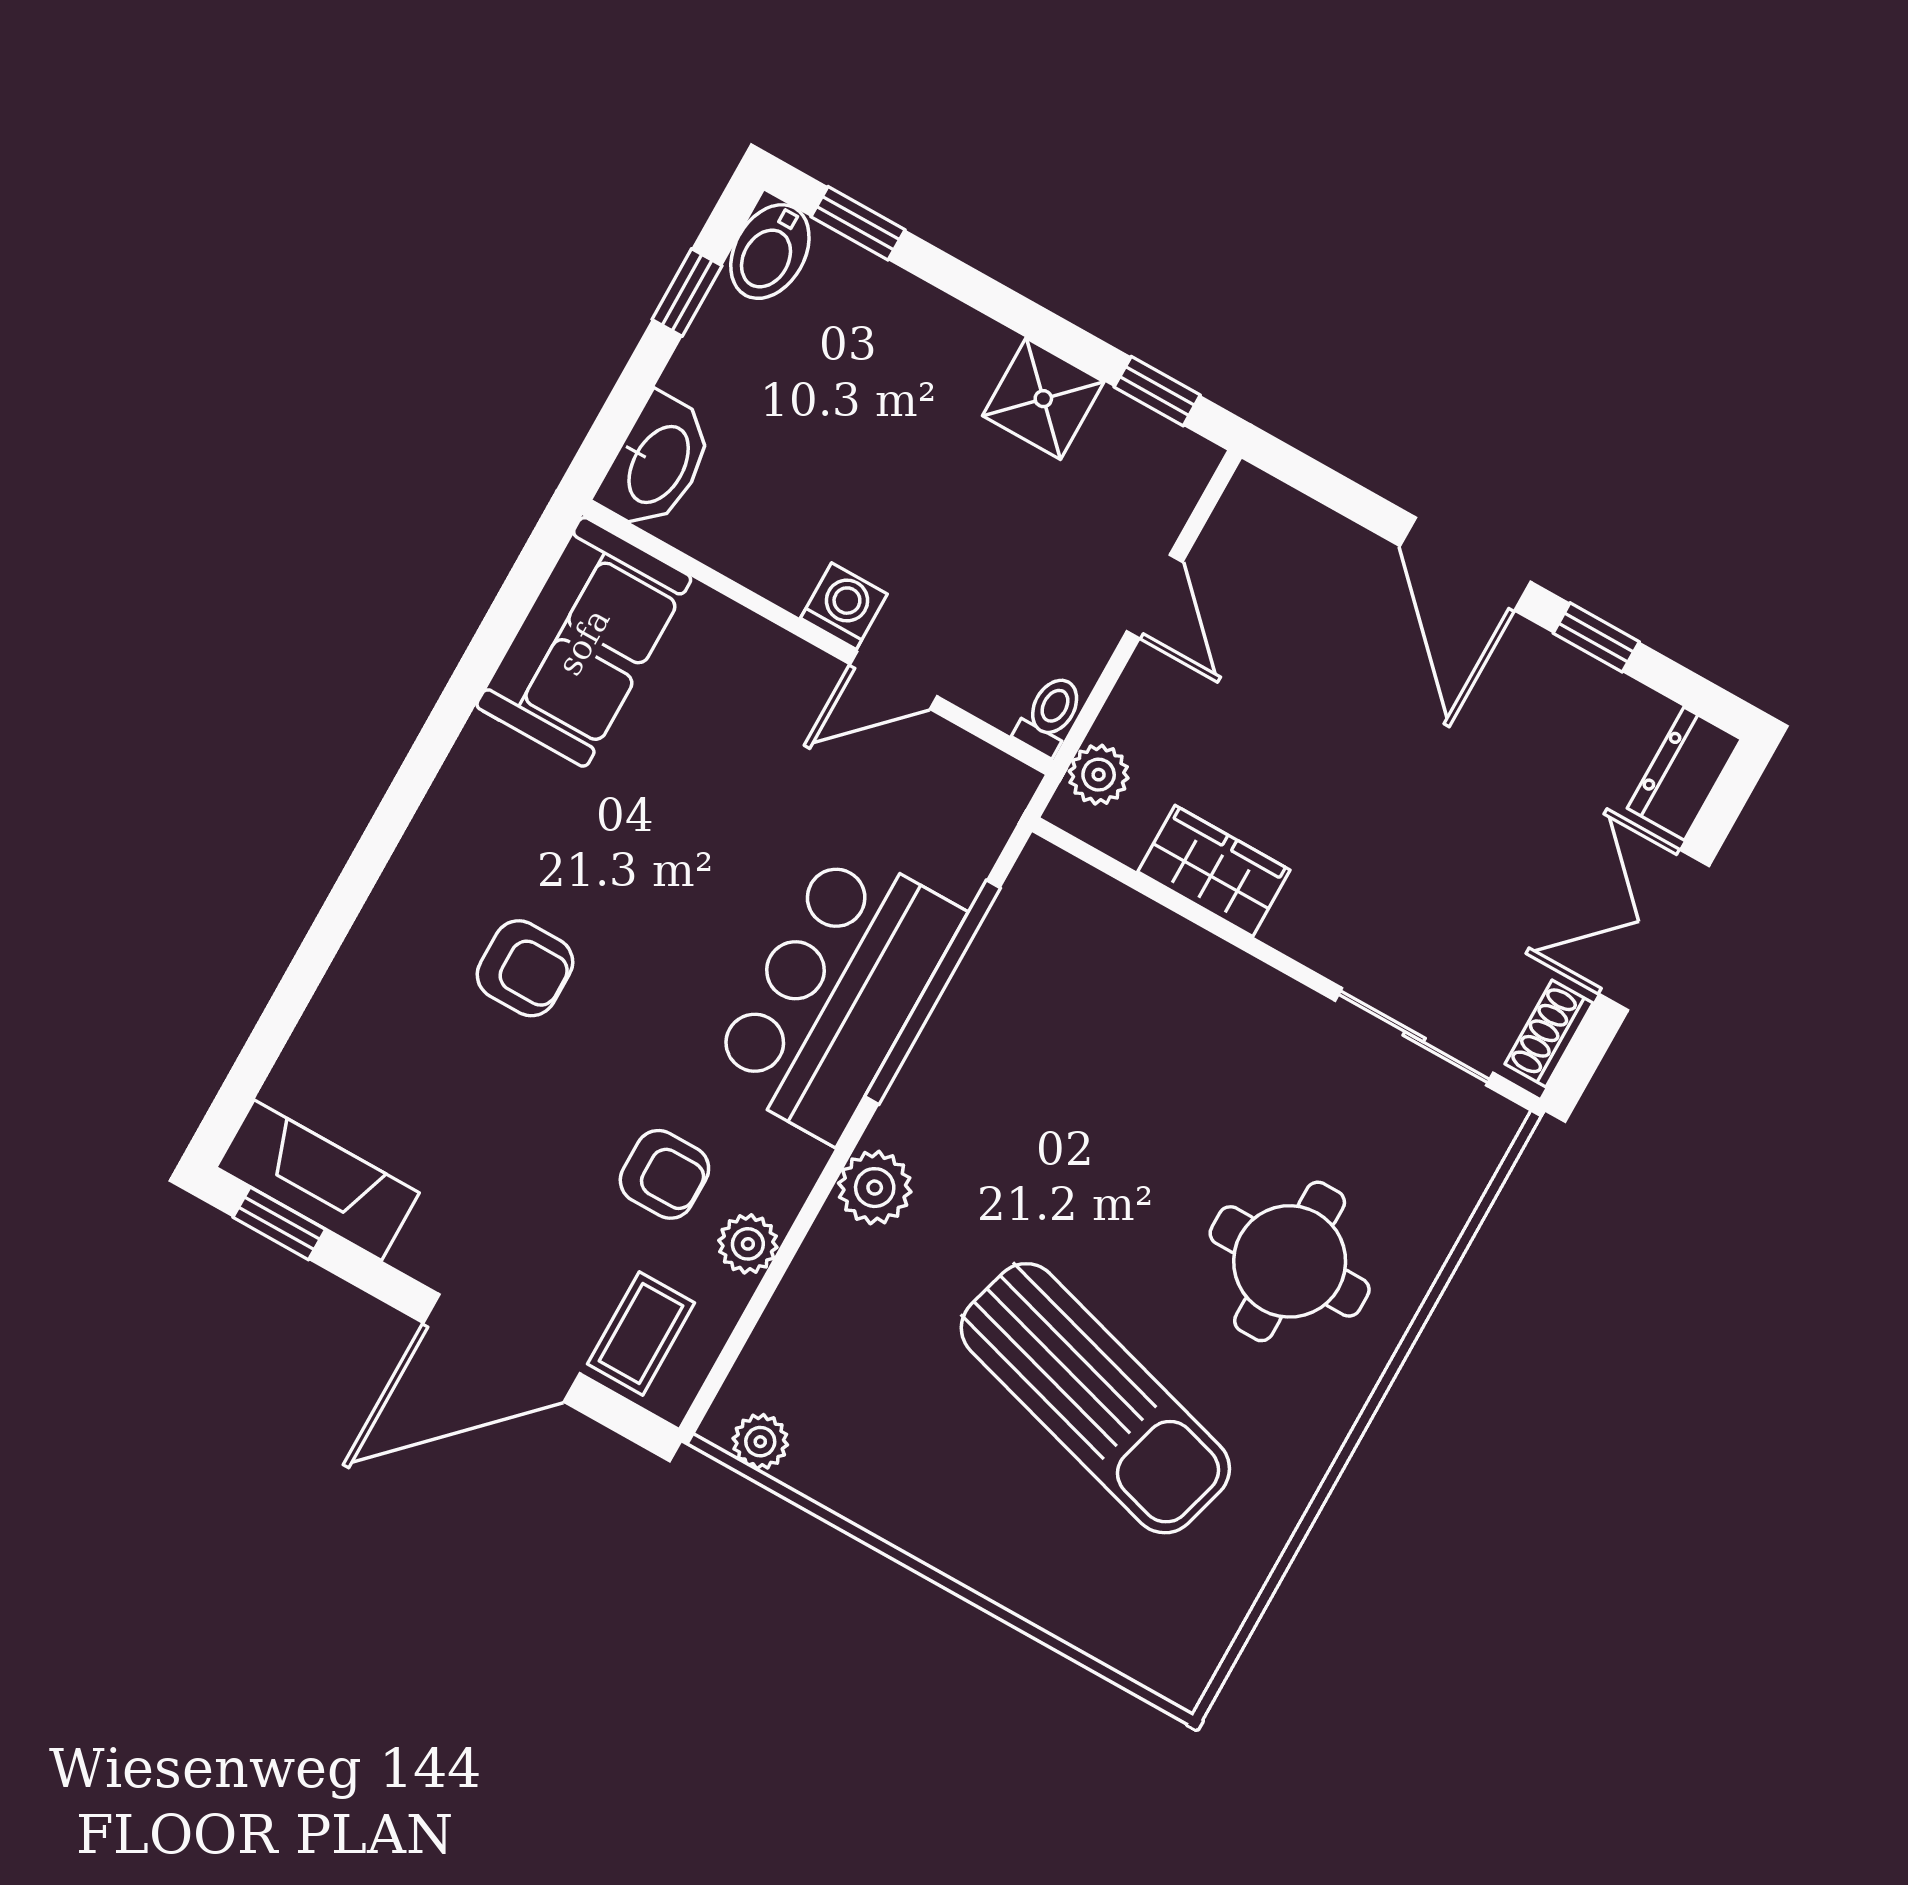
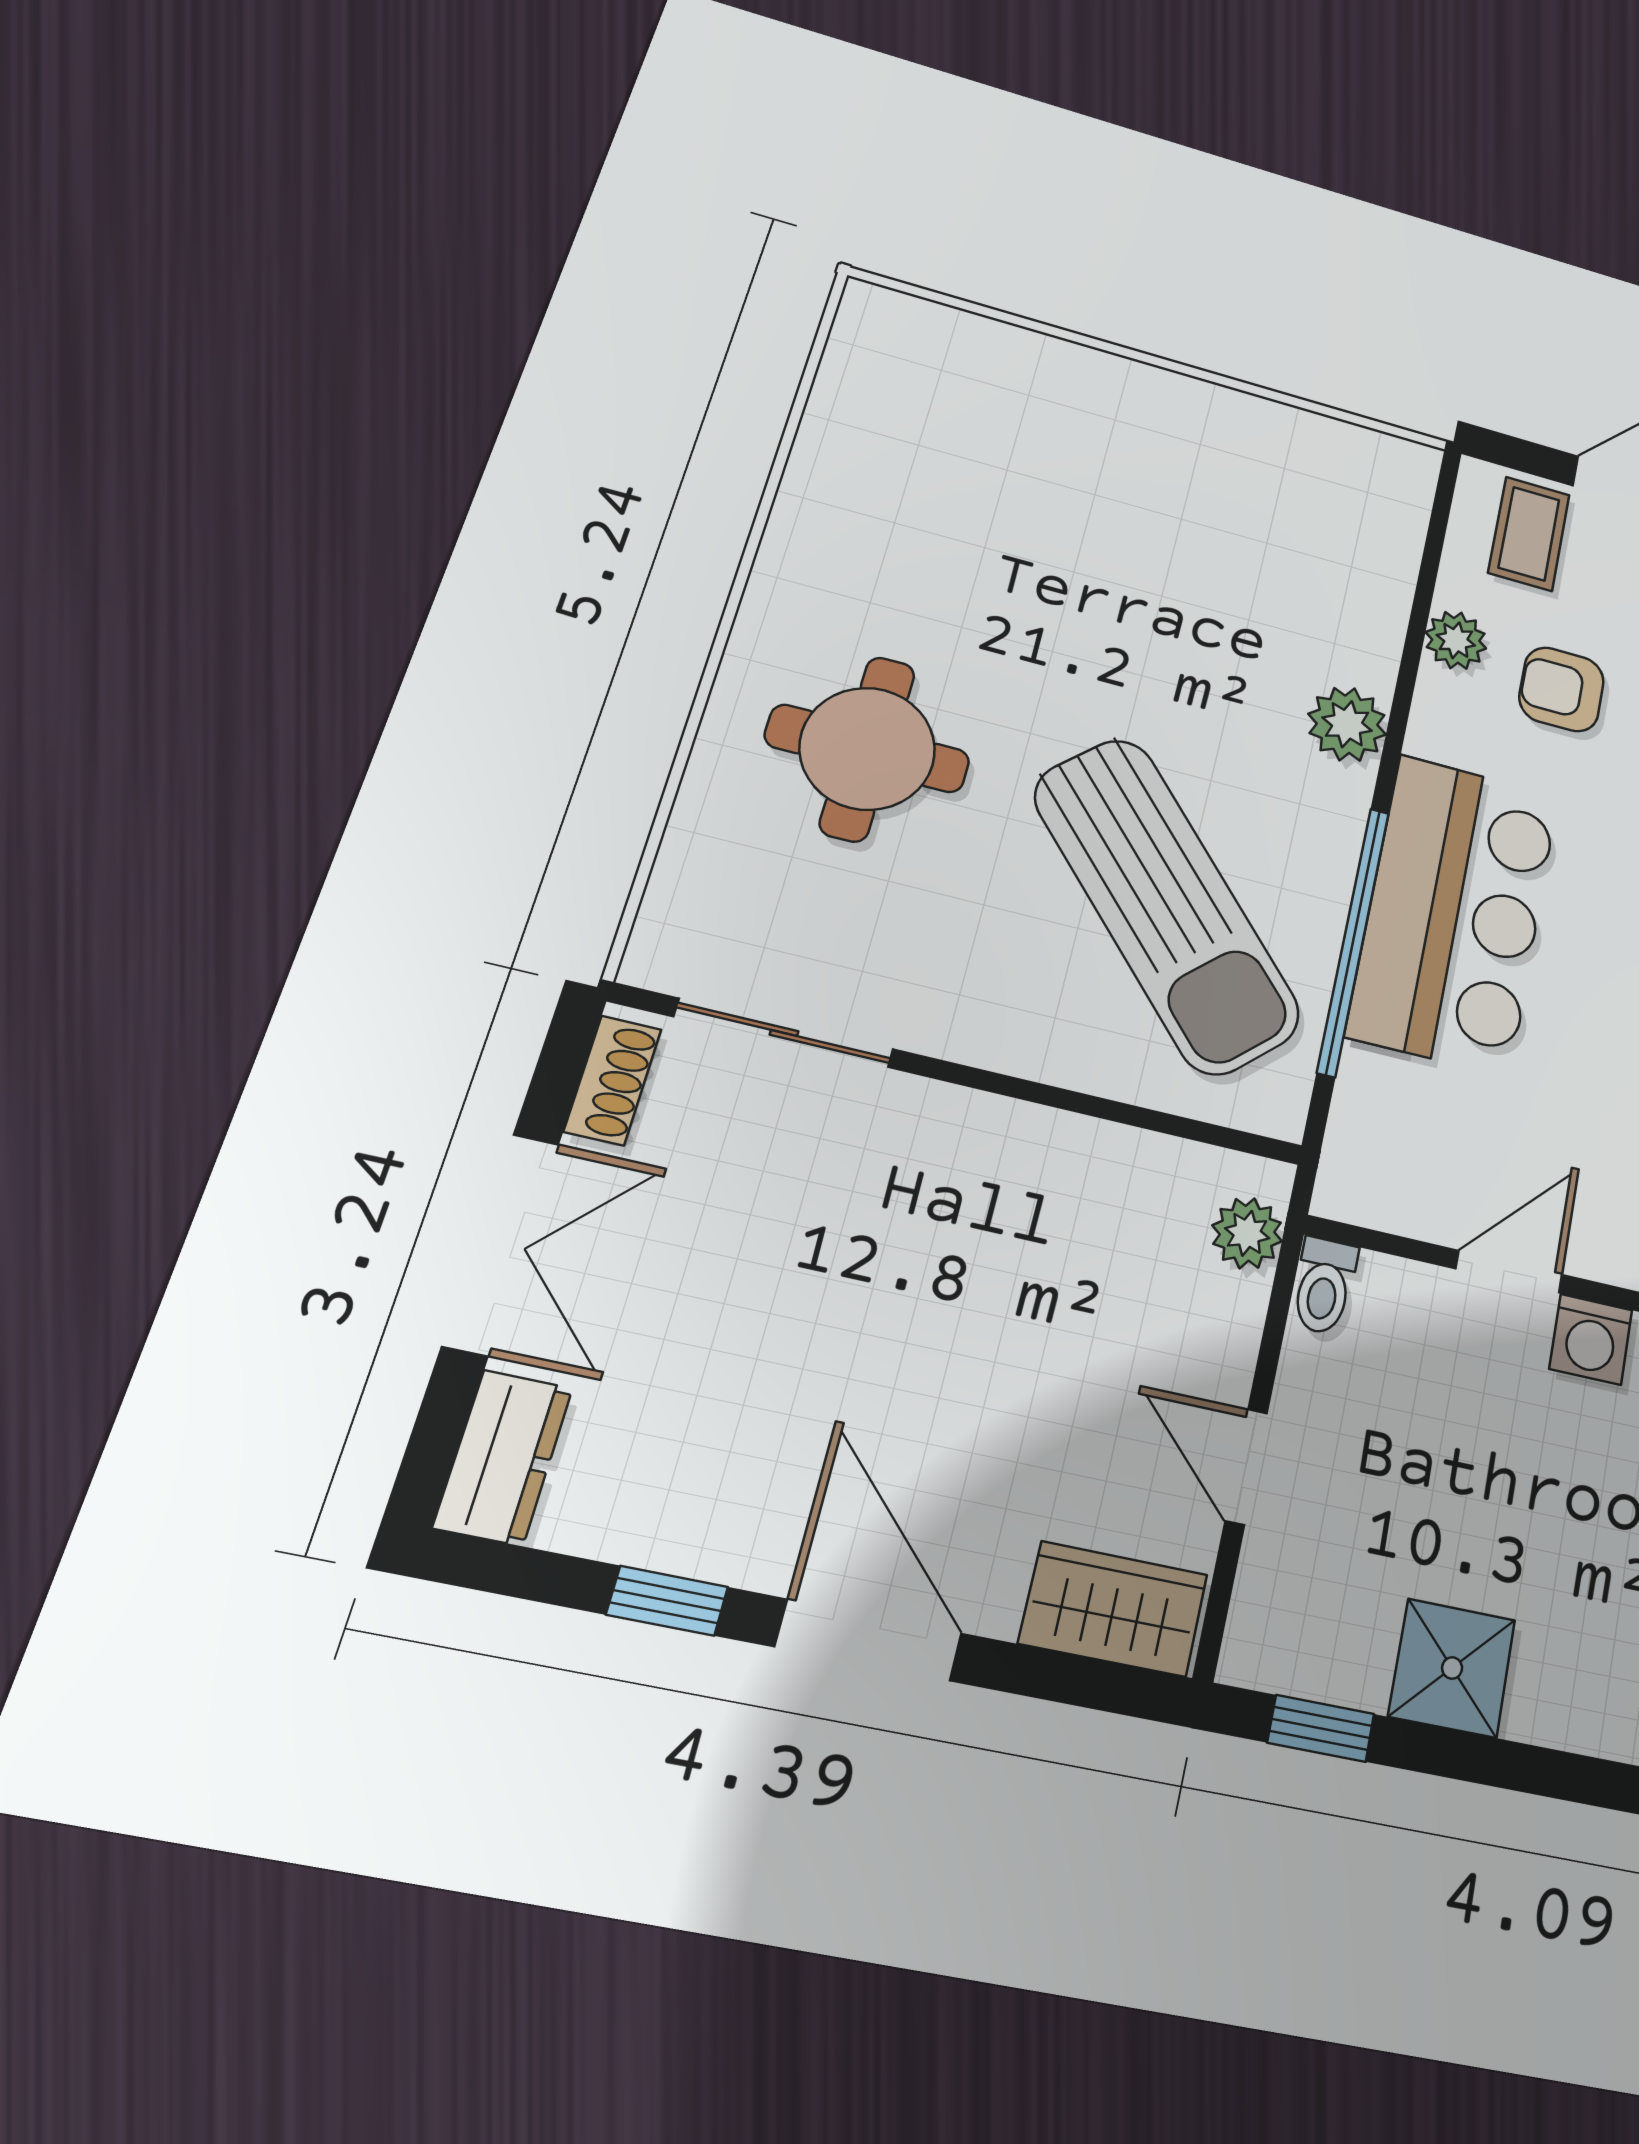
wardrobe: (1214, 871) -> (1113, 1609), moved, turned 180
sun lounger: (1095, 1398) -> (1166, 905), moved, turned -149
plant: (760, 1442) -> (1378, 456), removed

